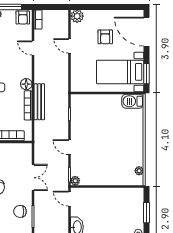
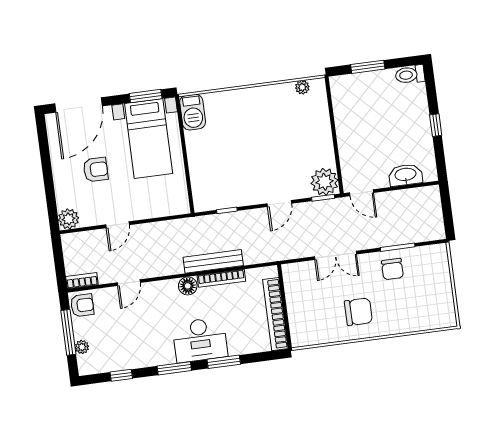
double door: (33, 178) -> (335, 255), swing flipped
plant: (75, 181) -> (324, 182), width x1.88, depth x1.88
door: (69, 199) -> (361, 193), hinge flipped

